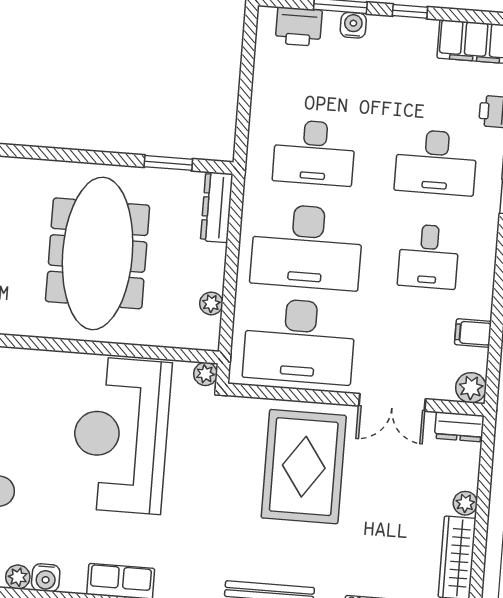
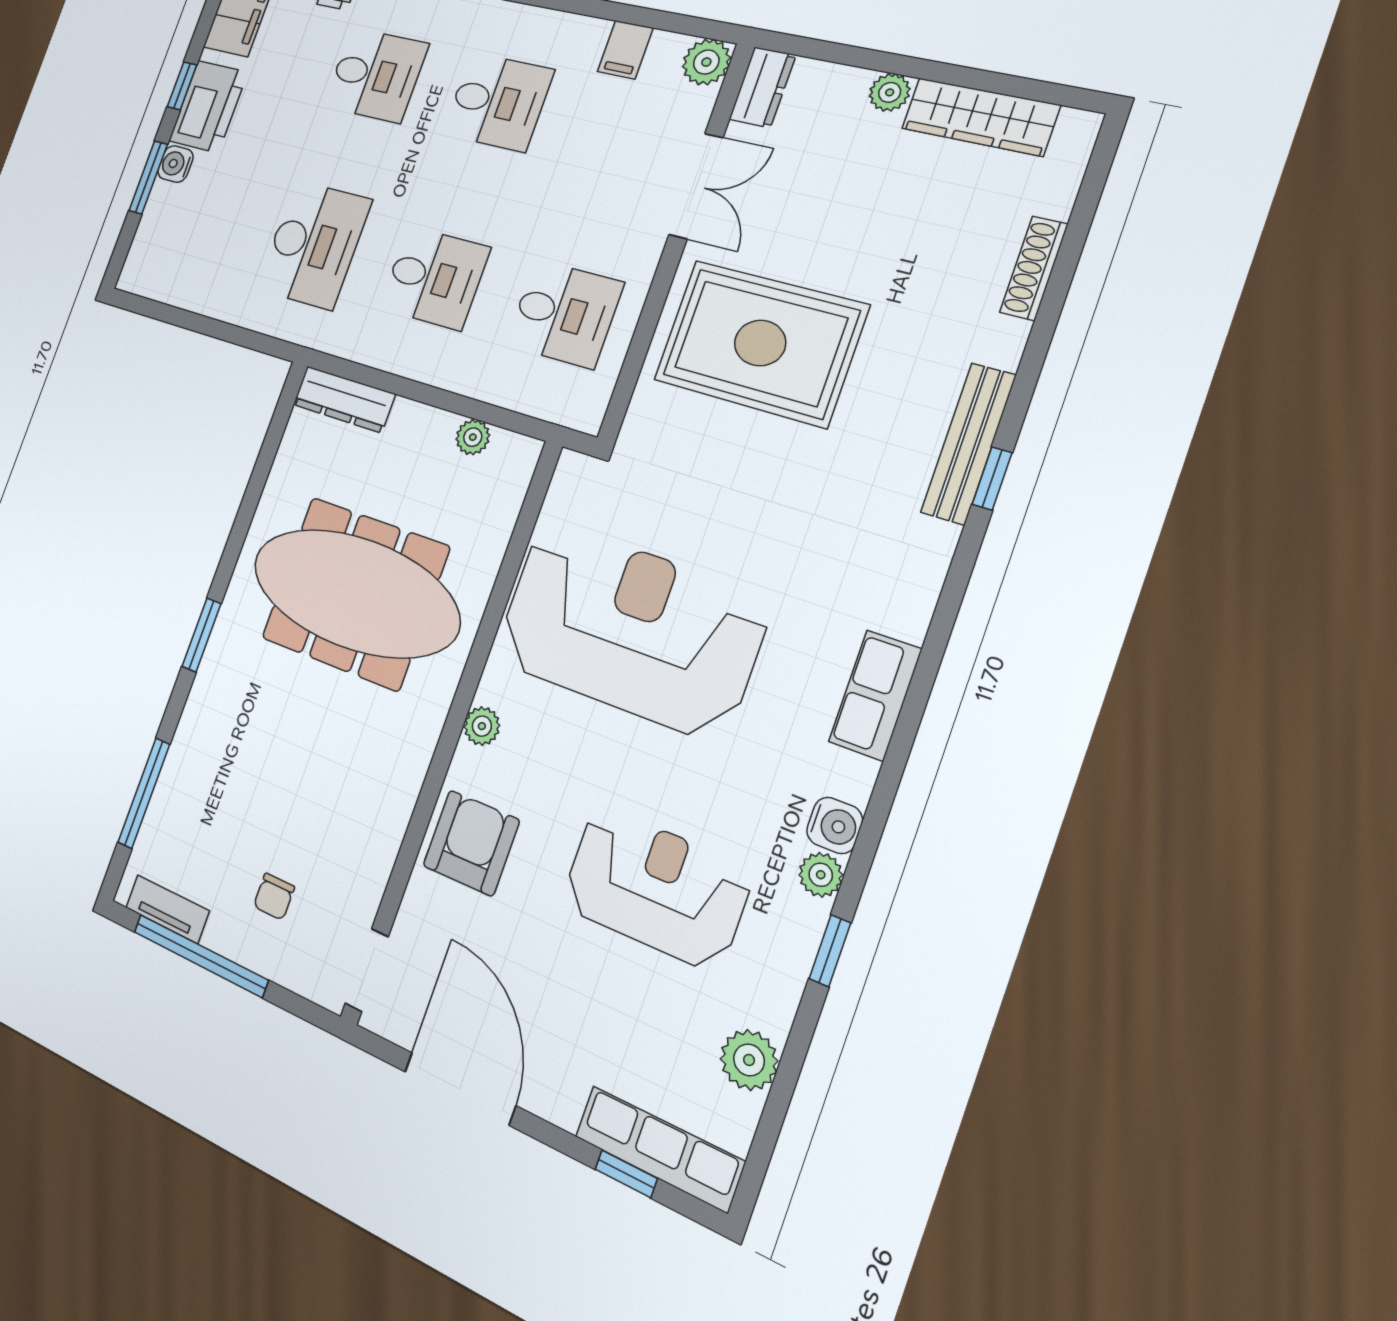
printer: (299, 27) -> (208, 107), moved, width x1.37, depth x1.19
desk: (436, 162) -> (376, 75), width x0.73
window: (168, 163) -> (201, 635), moved
desk: (307, 247) -> (434, 278), width x0.53, depth x0.77
desk: (299, 341) -> (564, 314), width x0.53, depth x0.77
plant: (205, 374) -> (482, 726), moved
reception desk: (121, 435) -> (630, 629), turned 180

